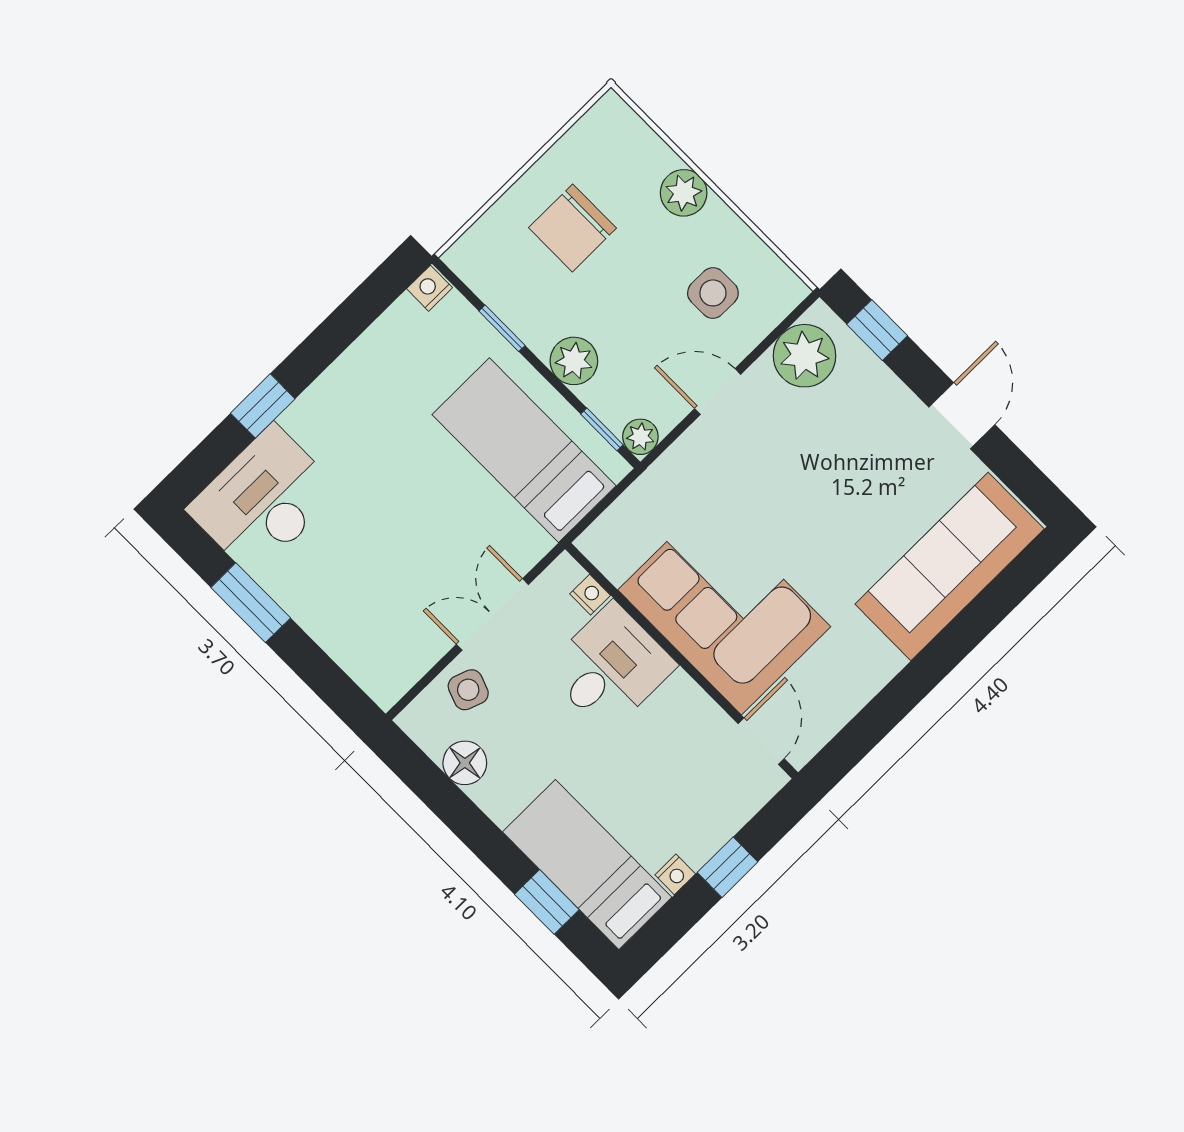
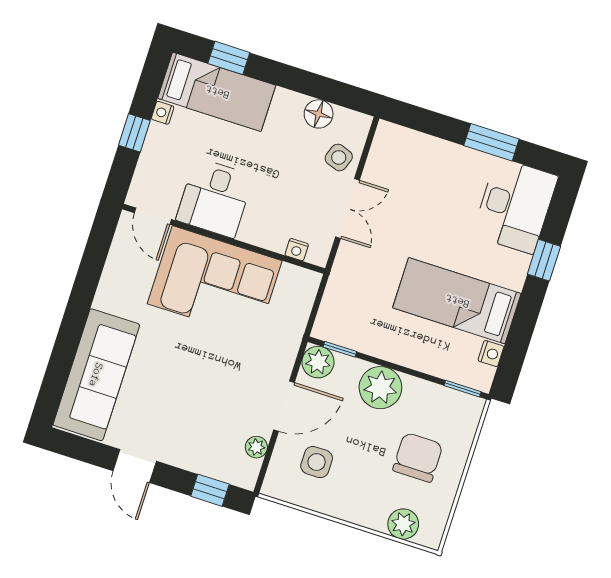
plant: (684, 193) -> (403, 524), moved
nightstand: (429, 288) -> (491, 353), moved
window: (502, 328) -> (462, 389), moved
plant: (805, 356) -> (256, 447), width x0.53, depth x0.53
plant: (574, 361) -> (380, 388), width x1.36, depth x1.36
door: (718, 392) -> (284, 406), width x1.38
plant: (640, 437) -> (318, 362), width x1.38, depth x1.38
bed: (524, 450) -> (457, 301), moved, turned 180
desk: (610, 667) -> (215, 198), moved

